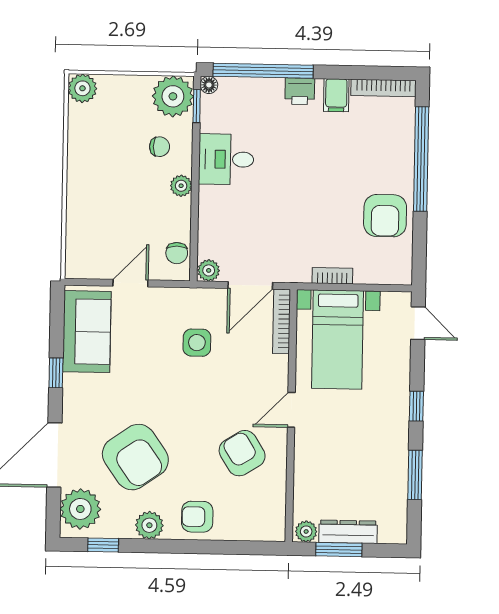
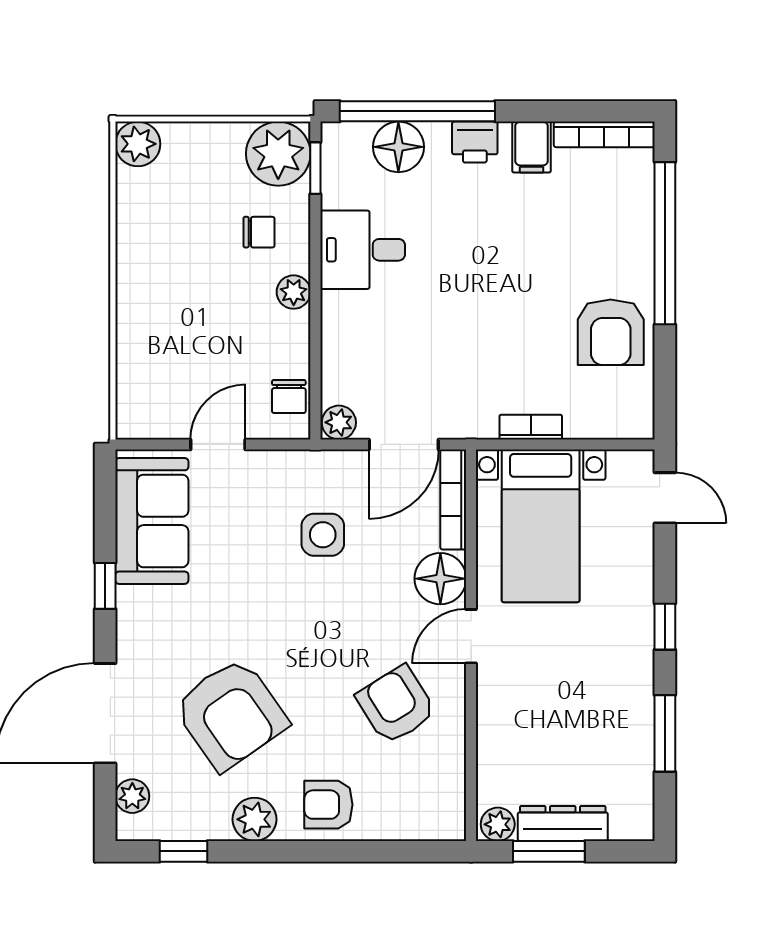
floor lamp: (209, 85) -> (398, 147), moved, width x1.89, depth x1.89
floor lamp: (272, 372) -> (440, 579), added
plant: (80, 509) -> (132, 796), width x0.53, depth x0.53

